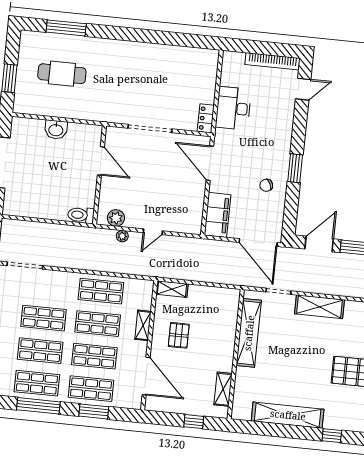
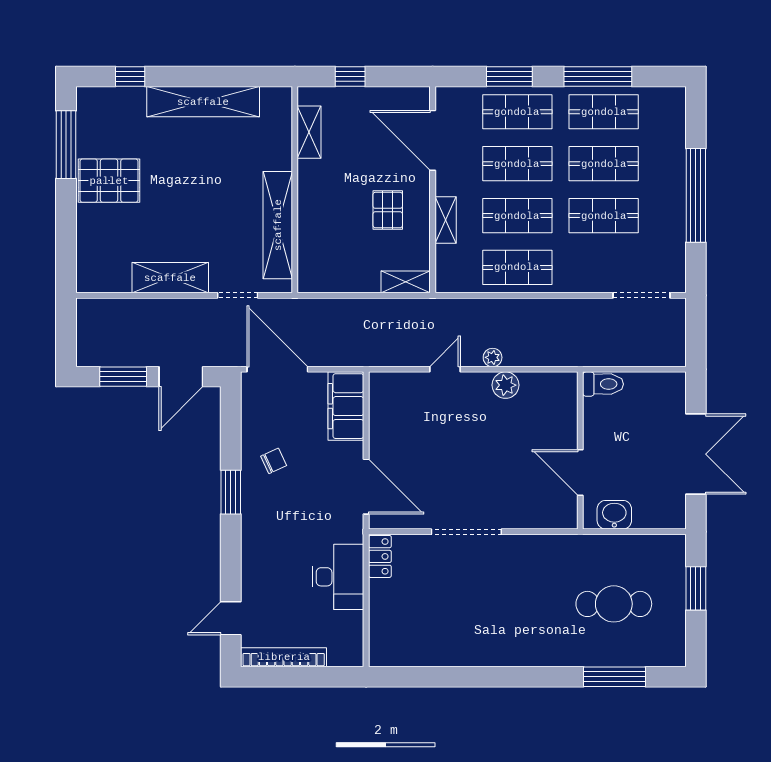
door: (101, 161) -> (580, 473), moved
wall: (99, 175) -> (580, 450), moved
toilet: (81, 215) -> (603, 384), moved

